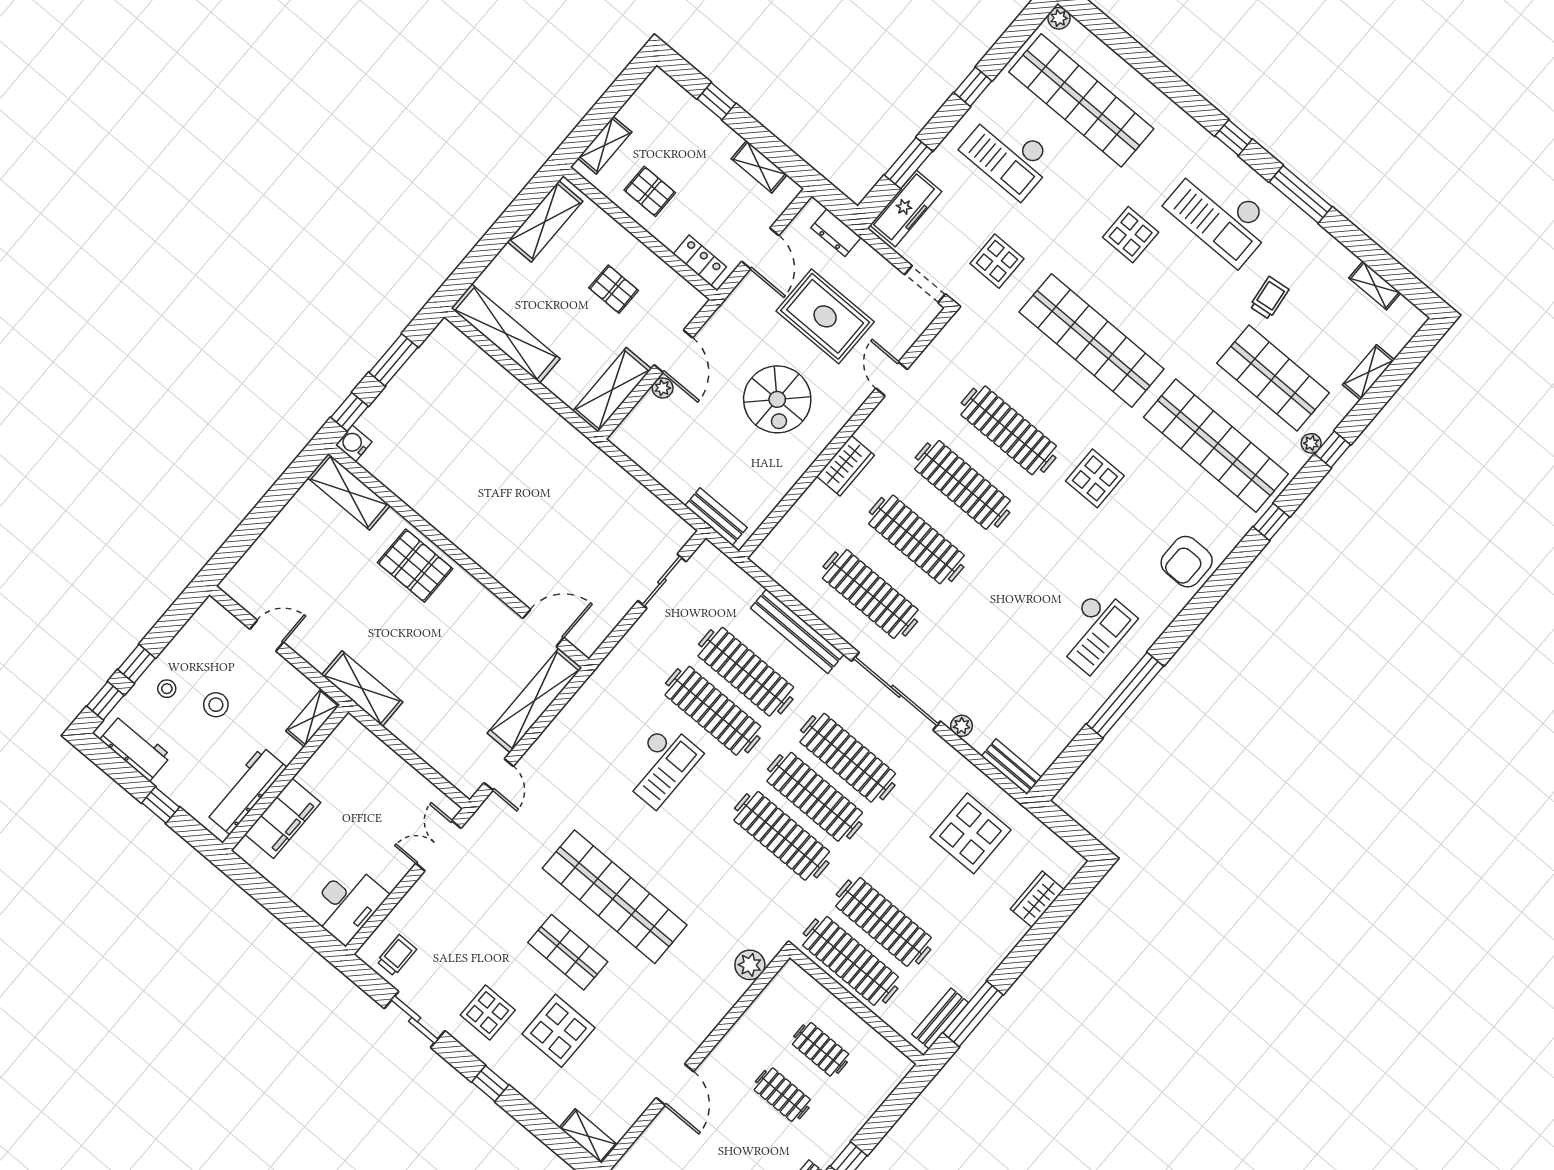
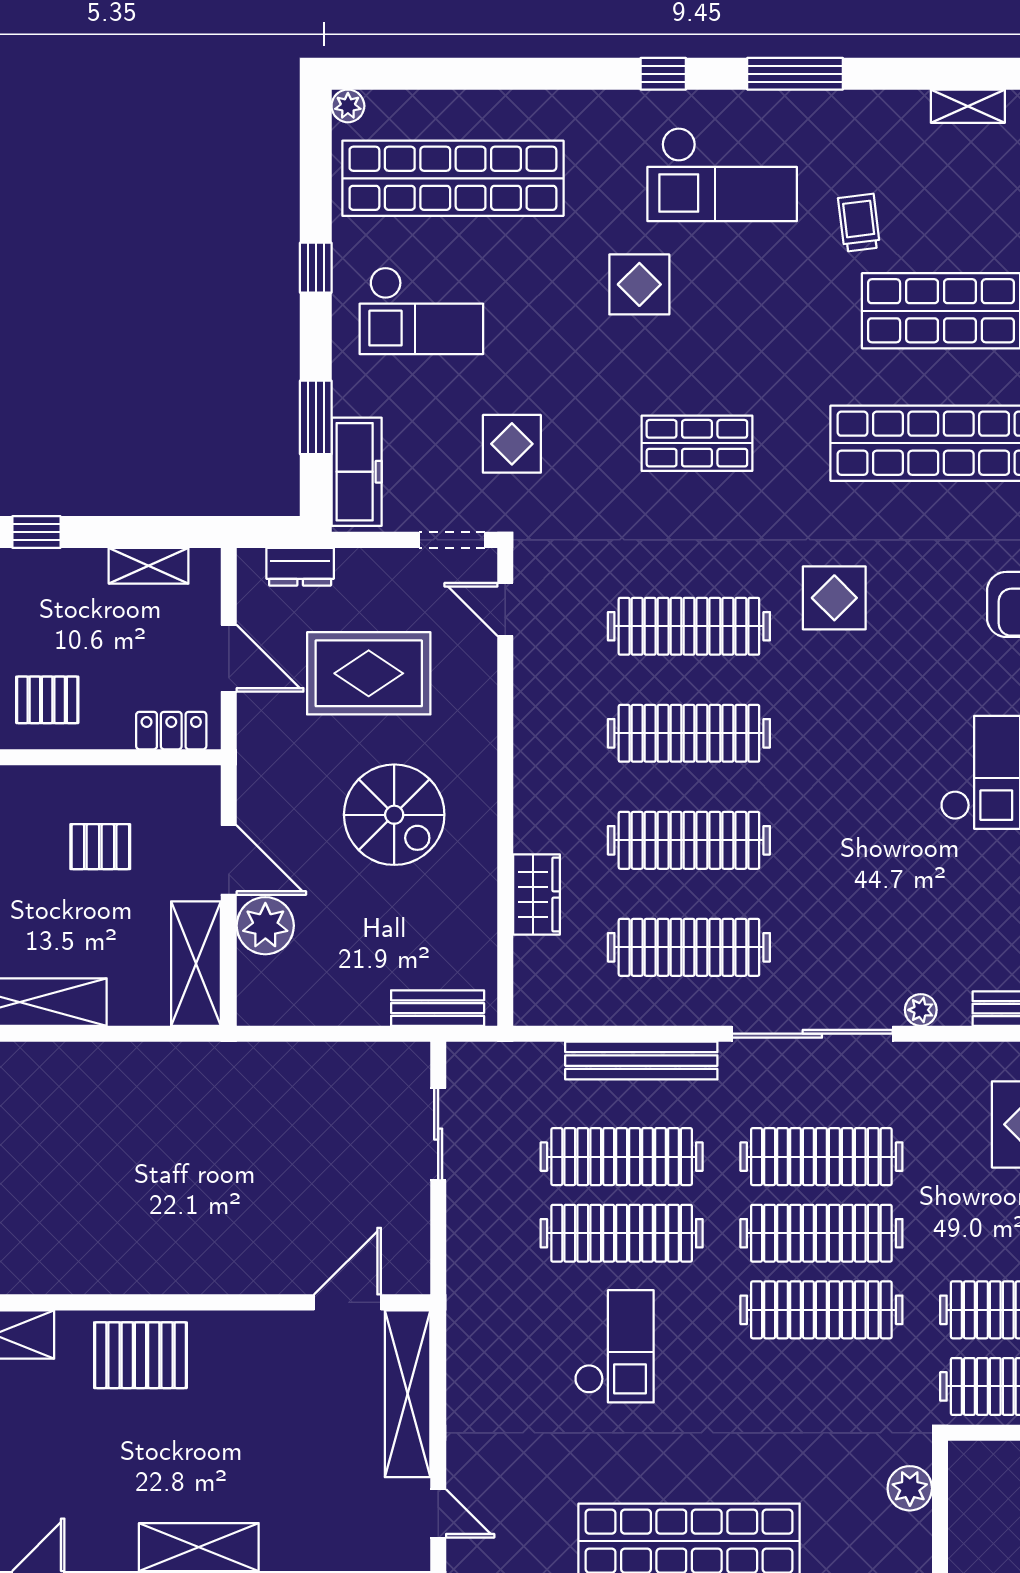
shop shelf: (1092, 340) -> (697, 443), width x0.50, depth x0.74
door: (892, 379) -> (505, 609), moved
plant: (663, 388) -> (265, 926), width x1.88, depth x1.88
wardrobe: (846, 466) -> (537, 895), moved

